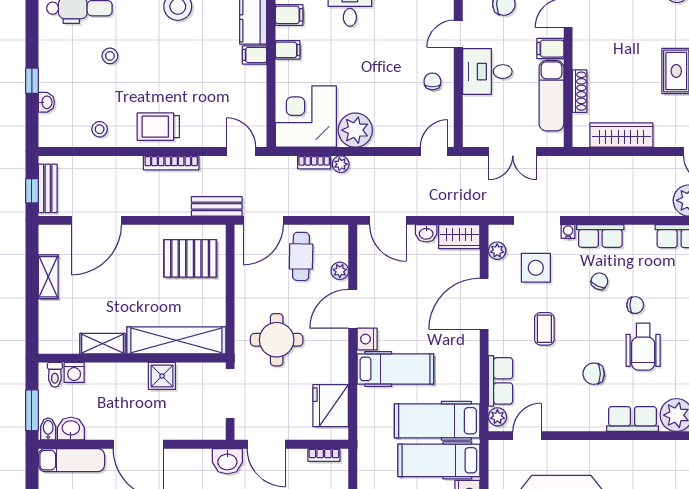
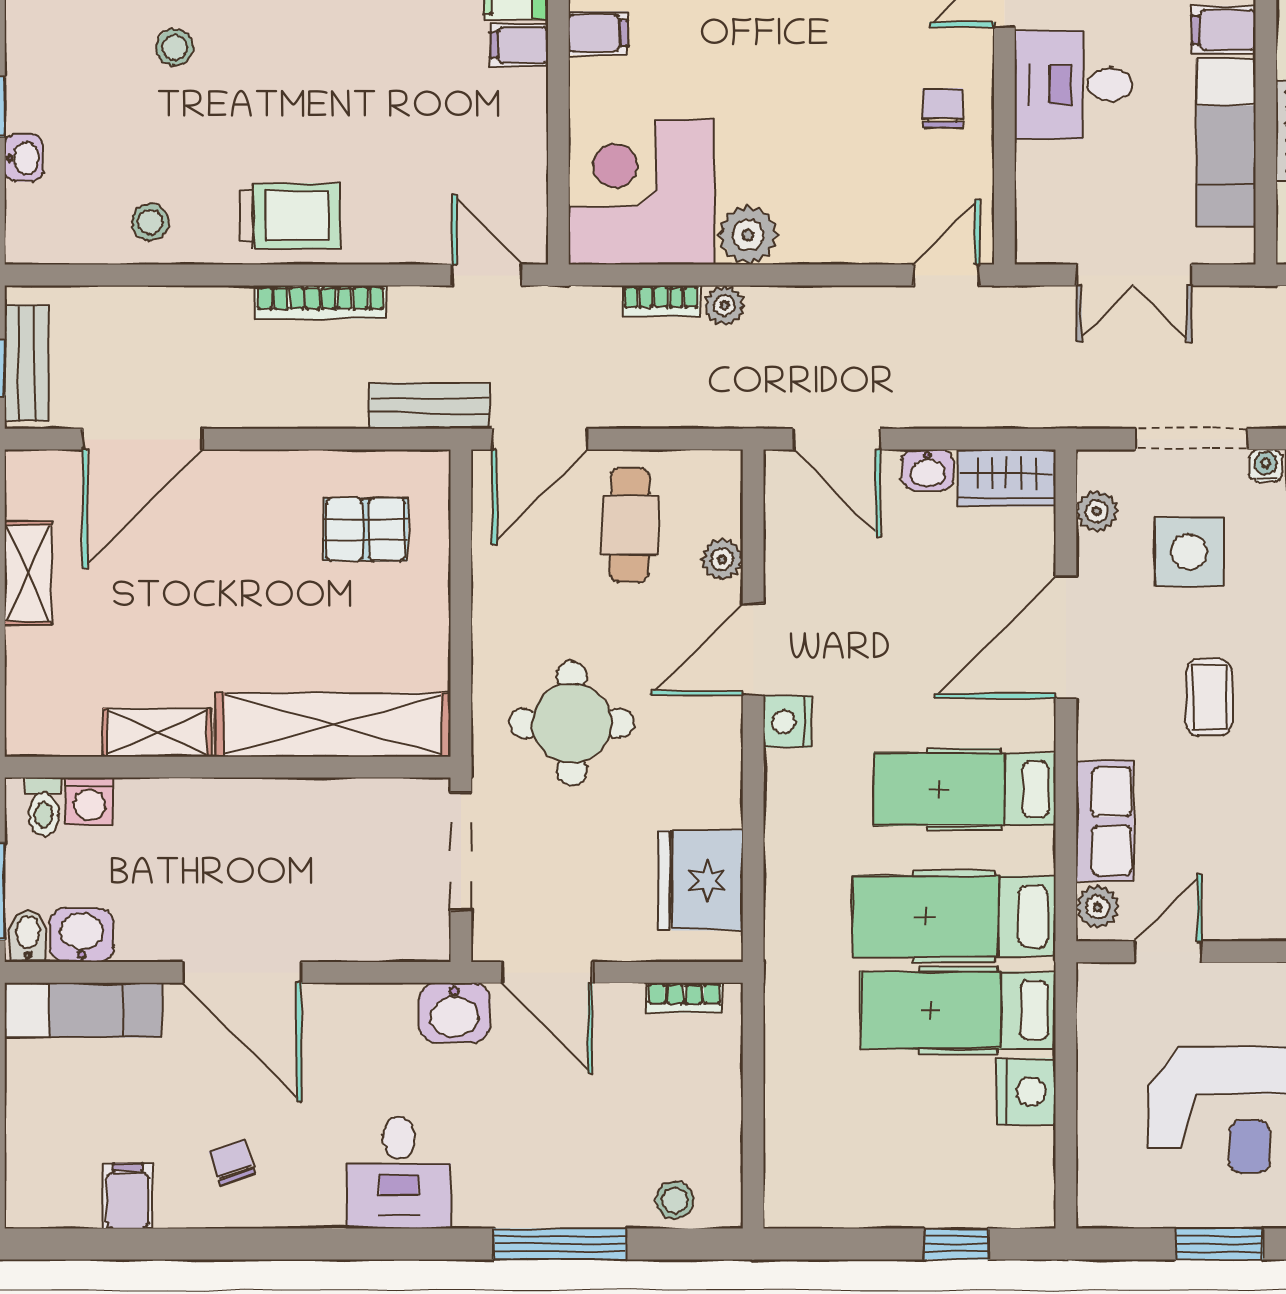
trolley: (158, 127) -> (290, 216), turned 180
plant: (355, 130) -> (748, 235), width x0.73, depth x0.73
pallet: (190, 258) -> (366, 530), width x0.67, depth x0.71
hospital bed: (395, 369) -> (964, 789), moved, turned 180
shower: (162, 376) -> (299, 810), removed

